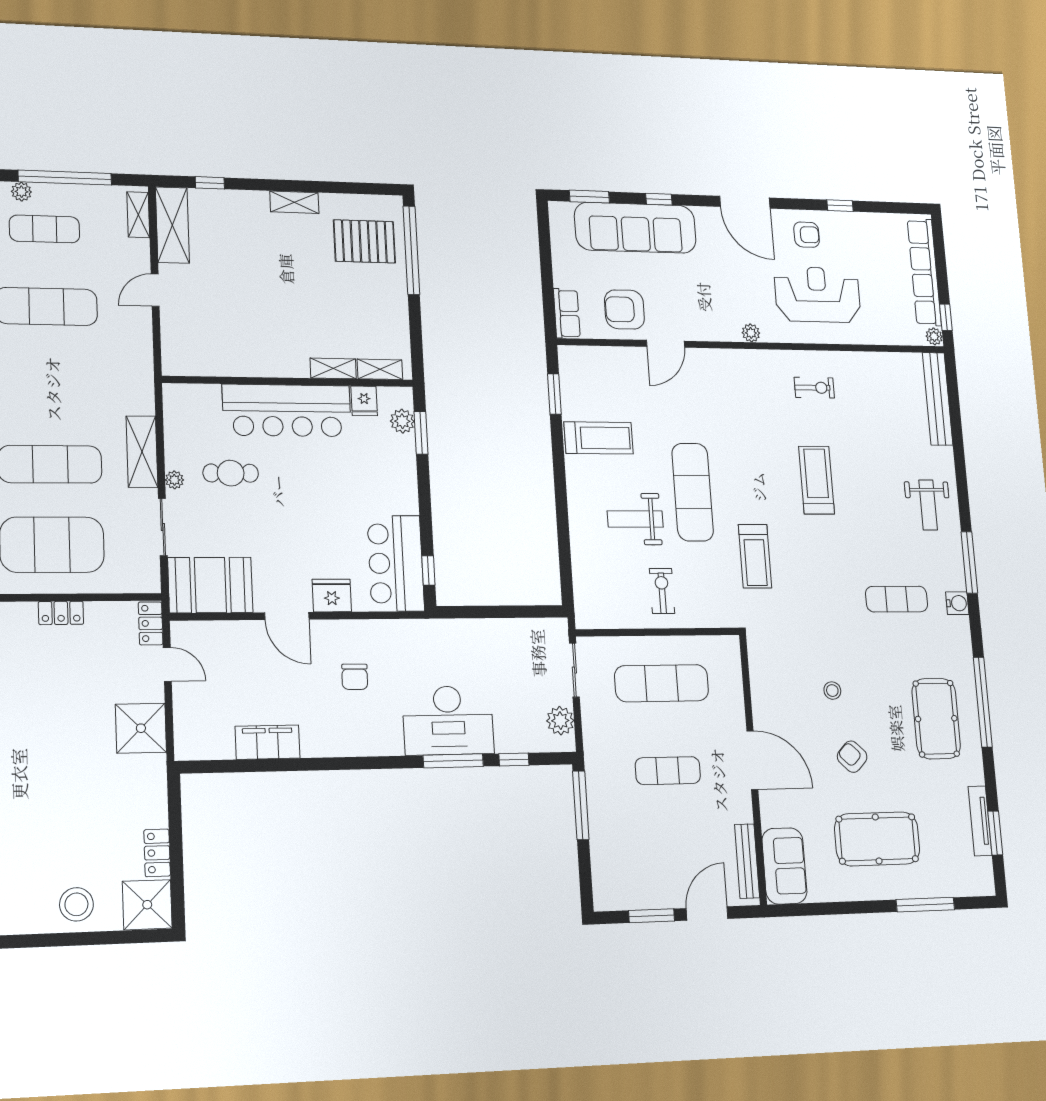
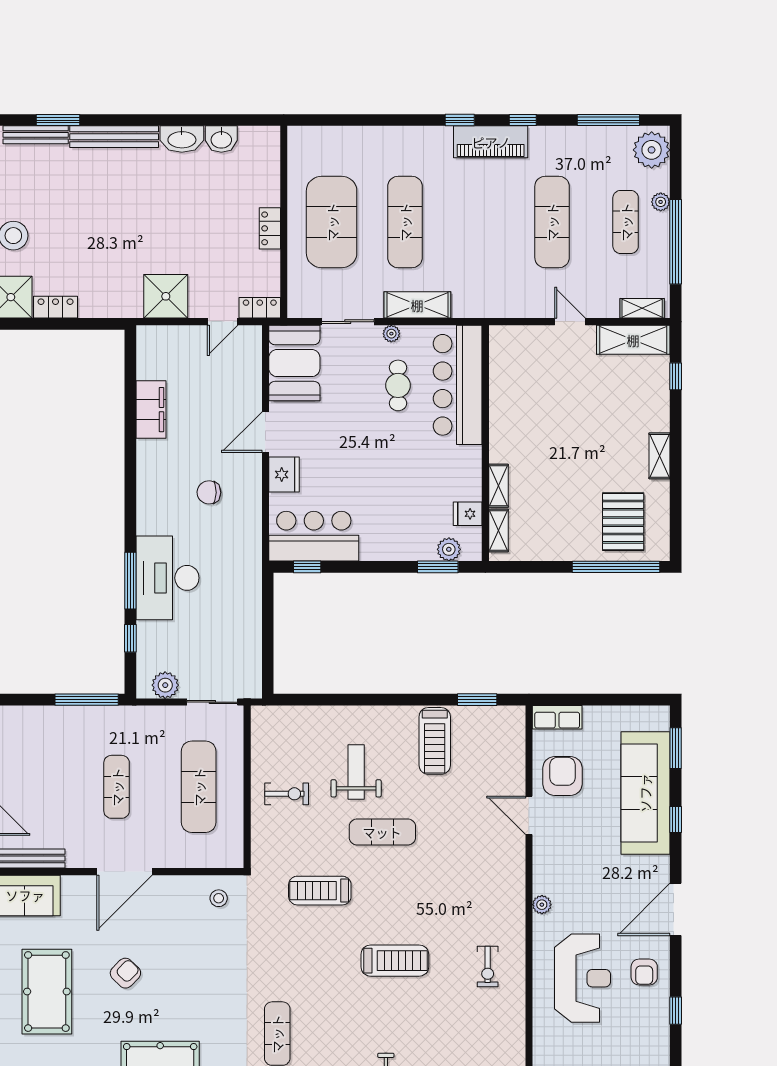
bar counter: (287, 410) -> (458, 385), moved
exercise mat: (693, 492) -> (382, 832), width x0.73, depth x0.69
stool: (832, 691) -> (219, 898), moved

